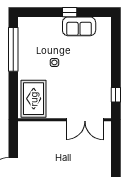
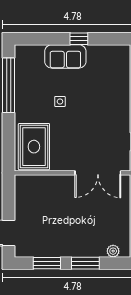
sofa: (79, 26) -> (65, 56), moved

